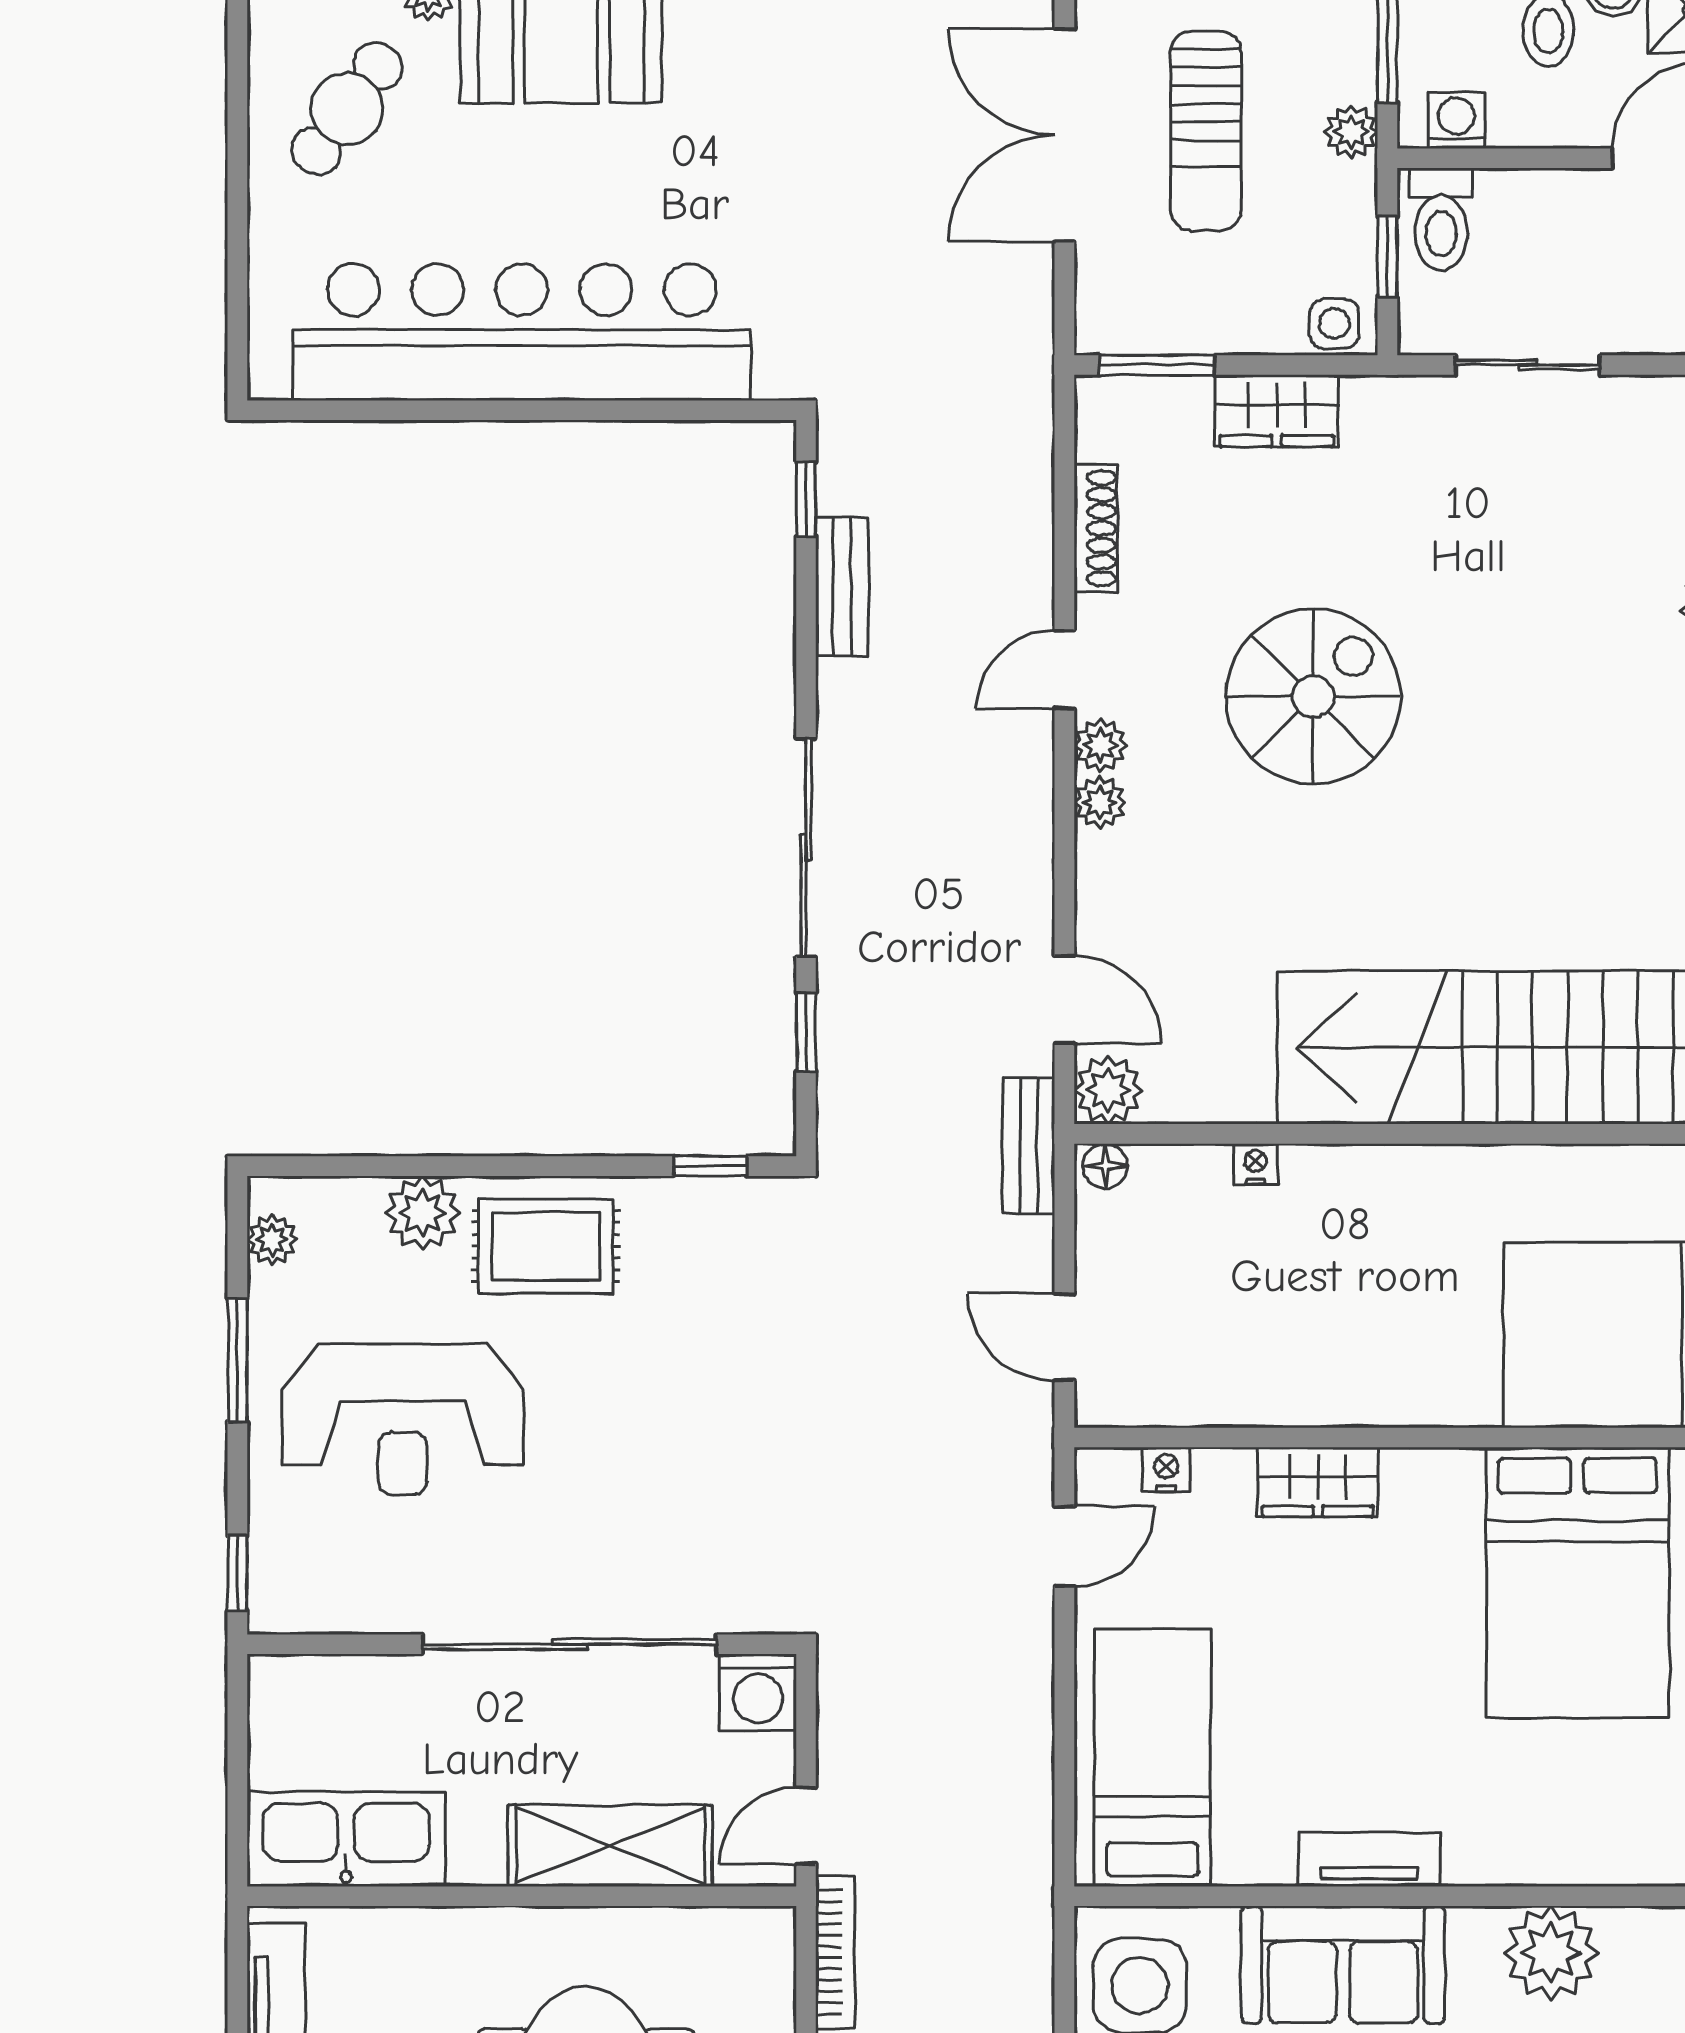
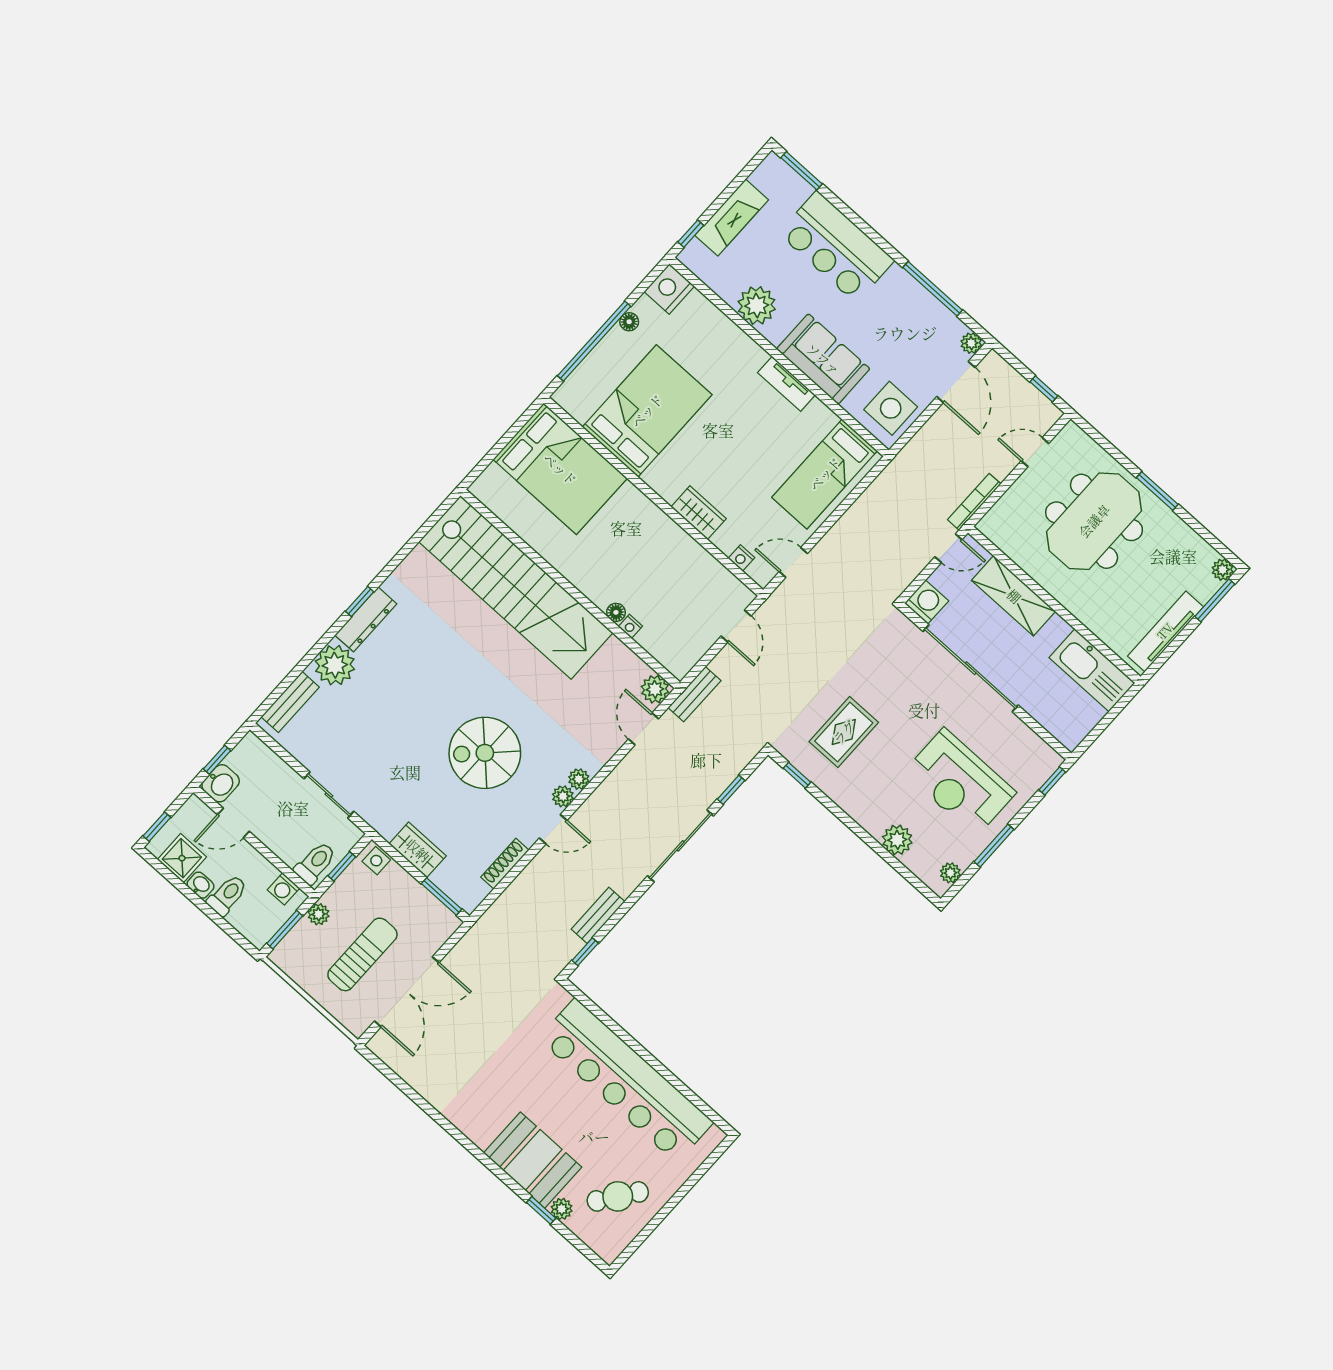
floor lamp: (1105, 1166) -> (616, 612), moved
rug: (546, 1246) -> (844, 732), moved, turned 90
reception desk: (403, 1419) -> (960, 782), turned 180

